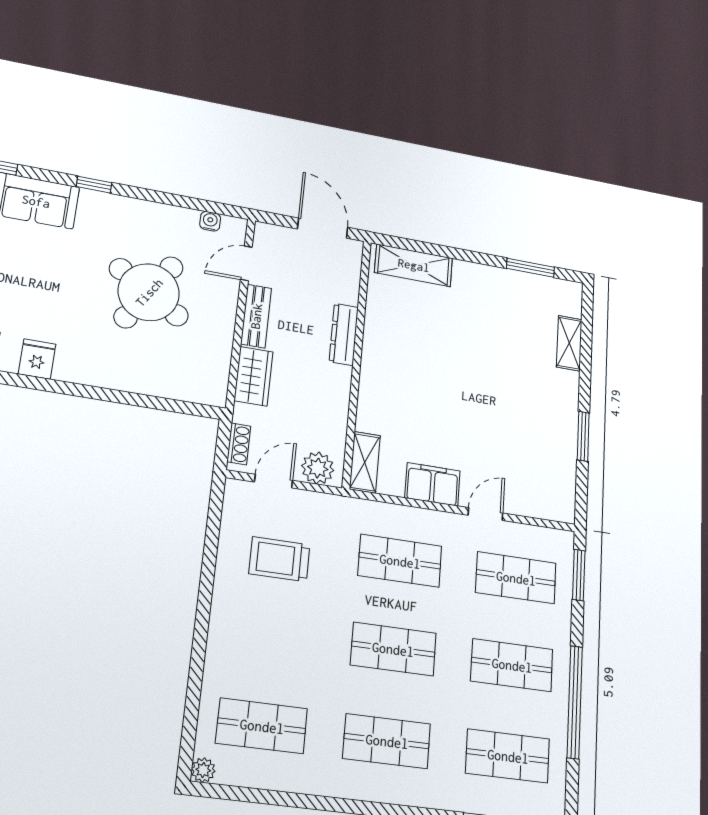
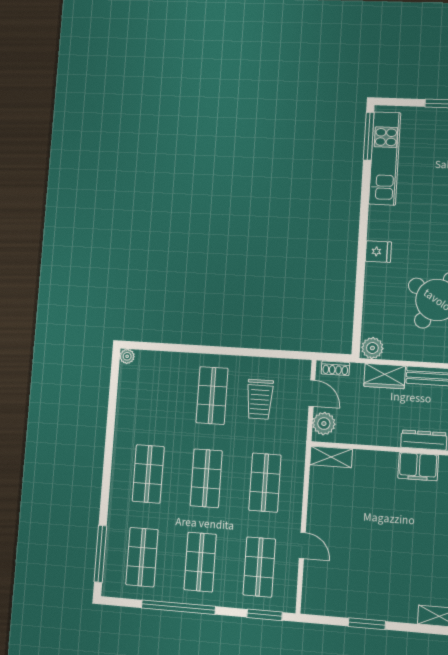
fridge: (37, 359) -> (378, 252), moved
plant: (212, 389) -> (372, 348), added
filing cabinet: (432, 484) -> (418, 467), moved, turned 90
trolley: (279, 559) -> (260, 399), turned 180
shop shelf: (262, 726) -> (212, 395), moved

